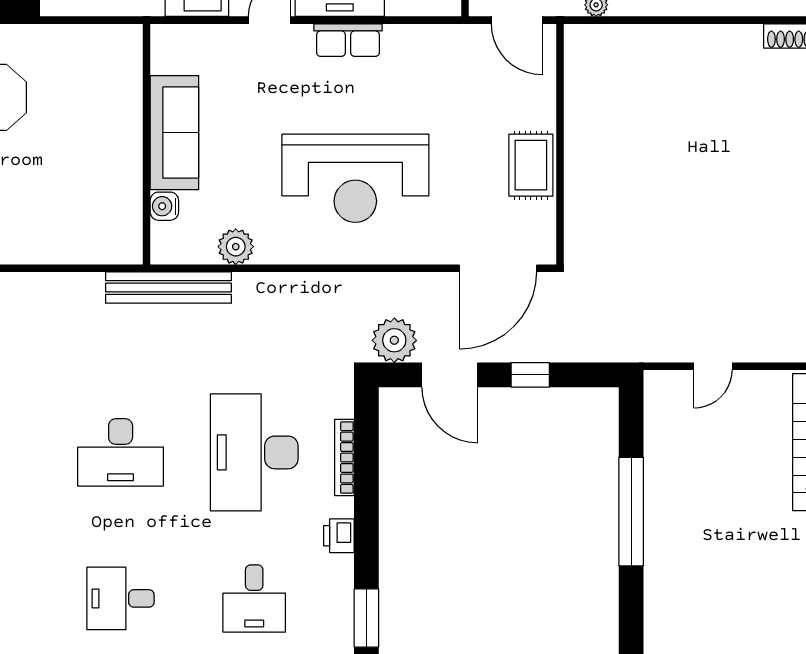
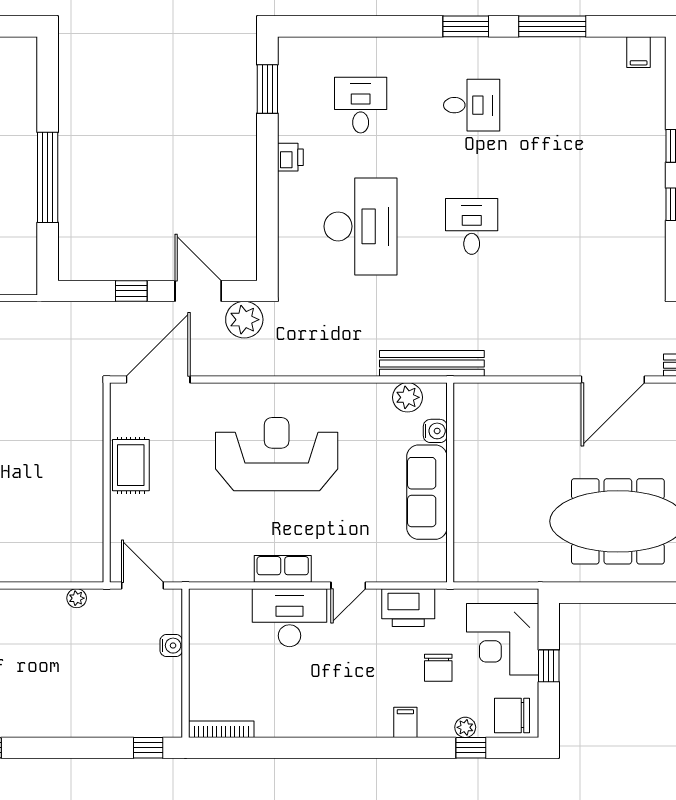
plant: (236, 247) -> (408, 397), moved
desk: (121, 452) -> (472, 226), width x0.73
bookcase: (344, 458) -> (286, 222), removed

